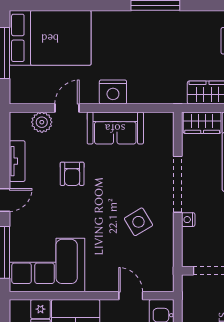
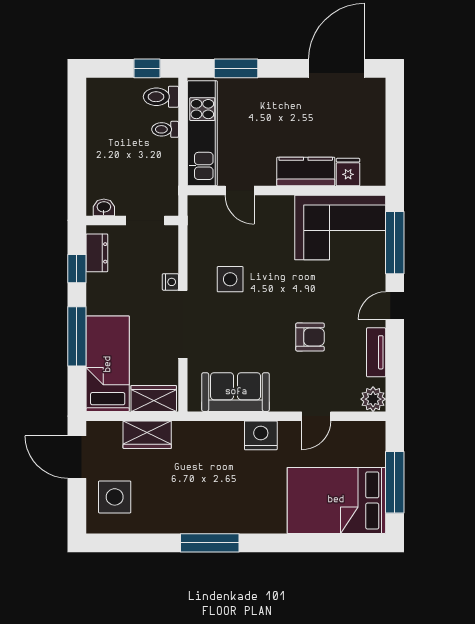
plant: (42, 122) -> (373, 399), moved
sofa: (115, 128) -> (236, 392), moved
armchair: (72, 174) -> (310, 337), turned 90
side table: (138, 222) -> (230, 279), turned 31

